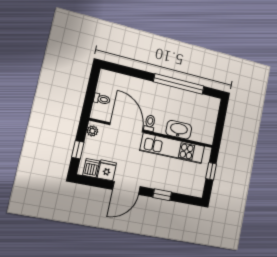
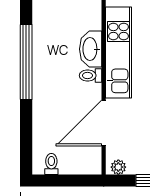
toilet: (102, 99) -> (51, 164), moved
toilet: (150, 123) -> (91, 76), moved

